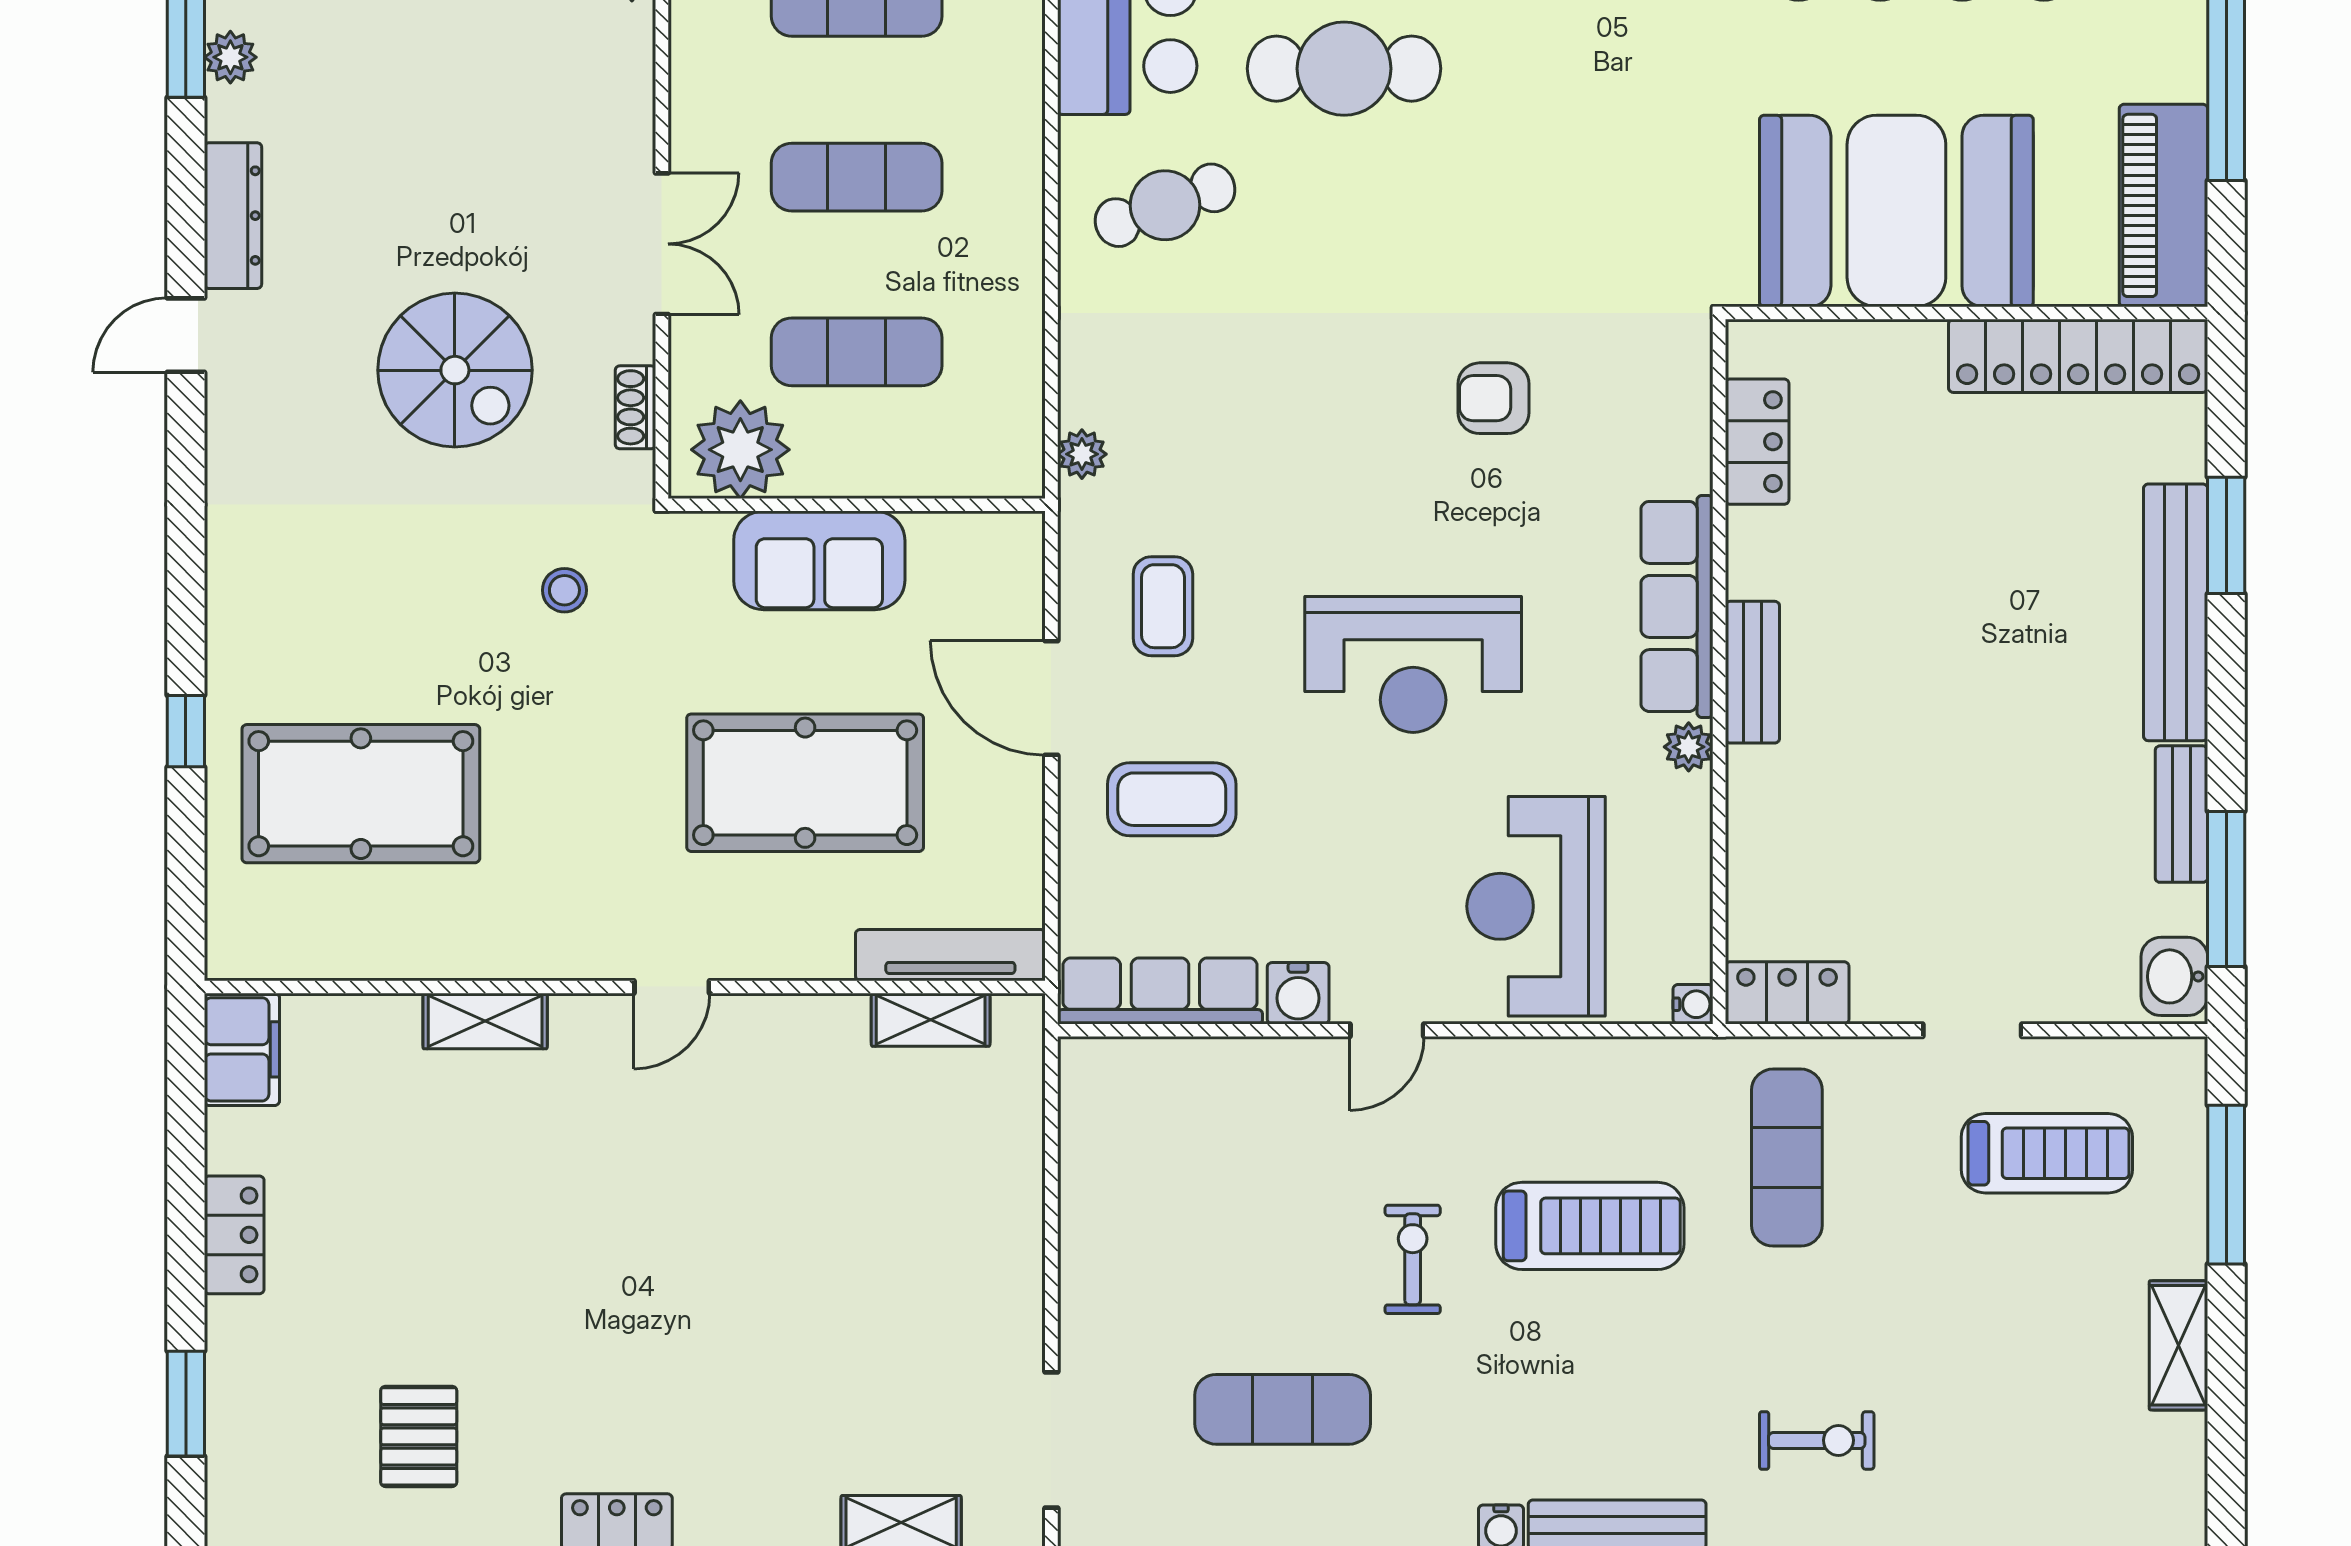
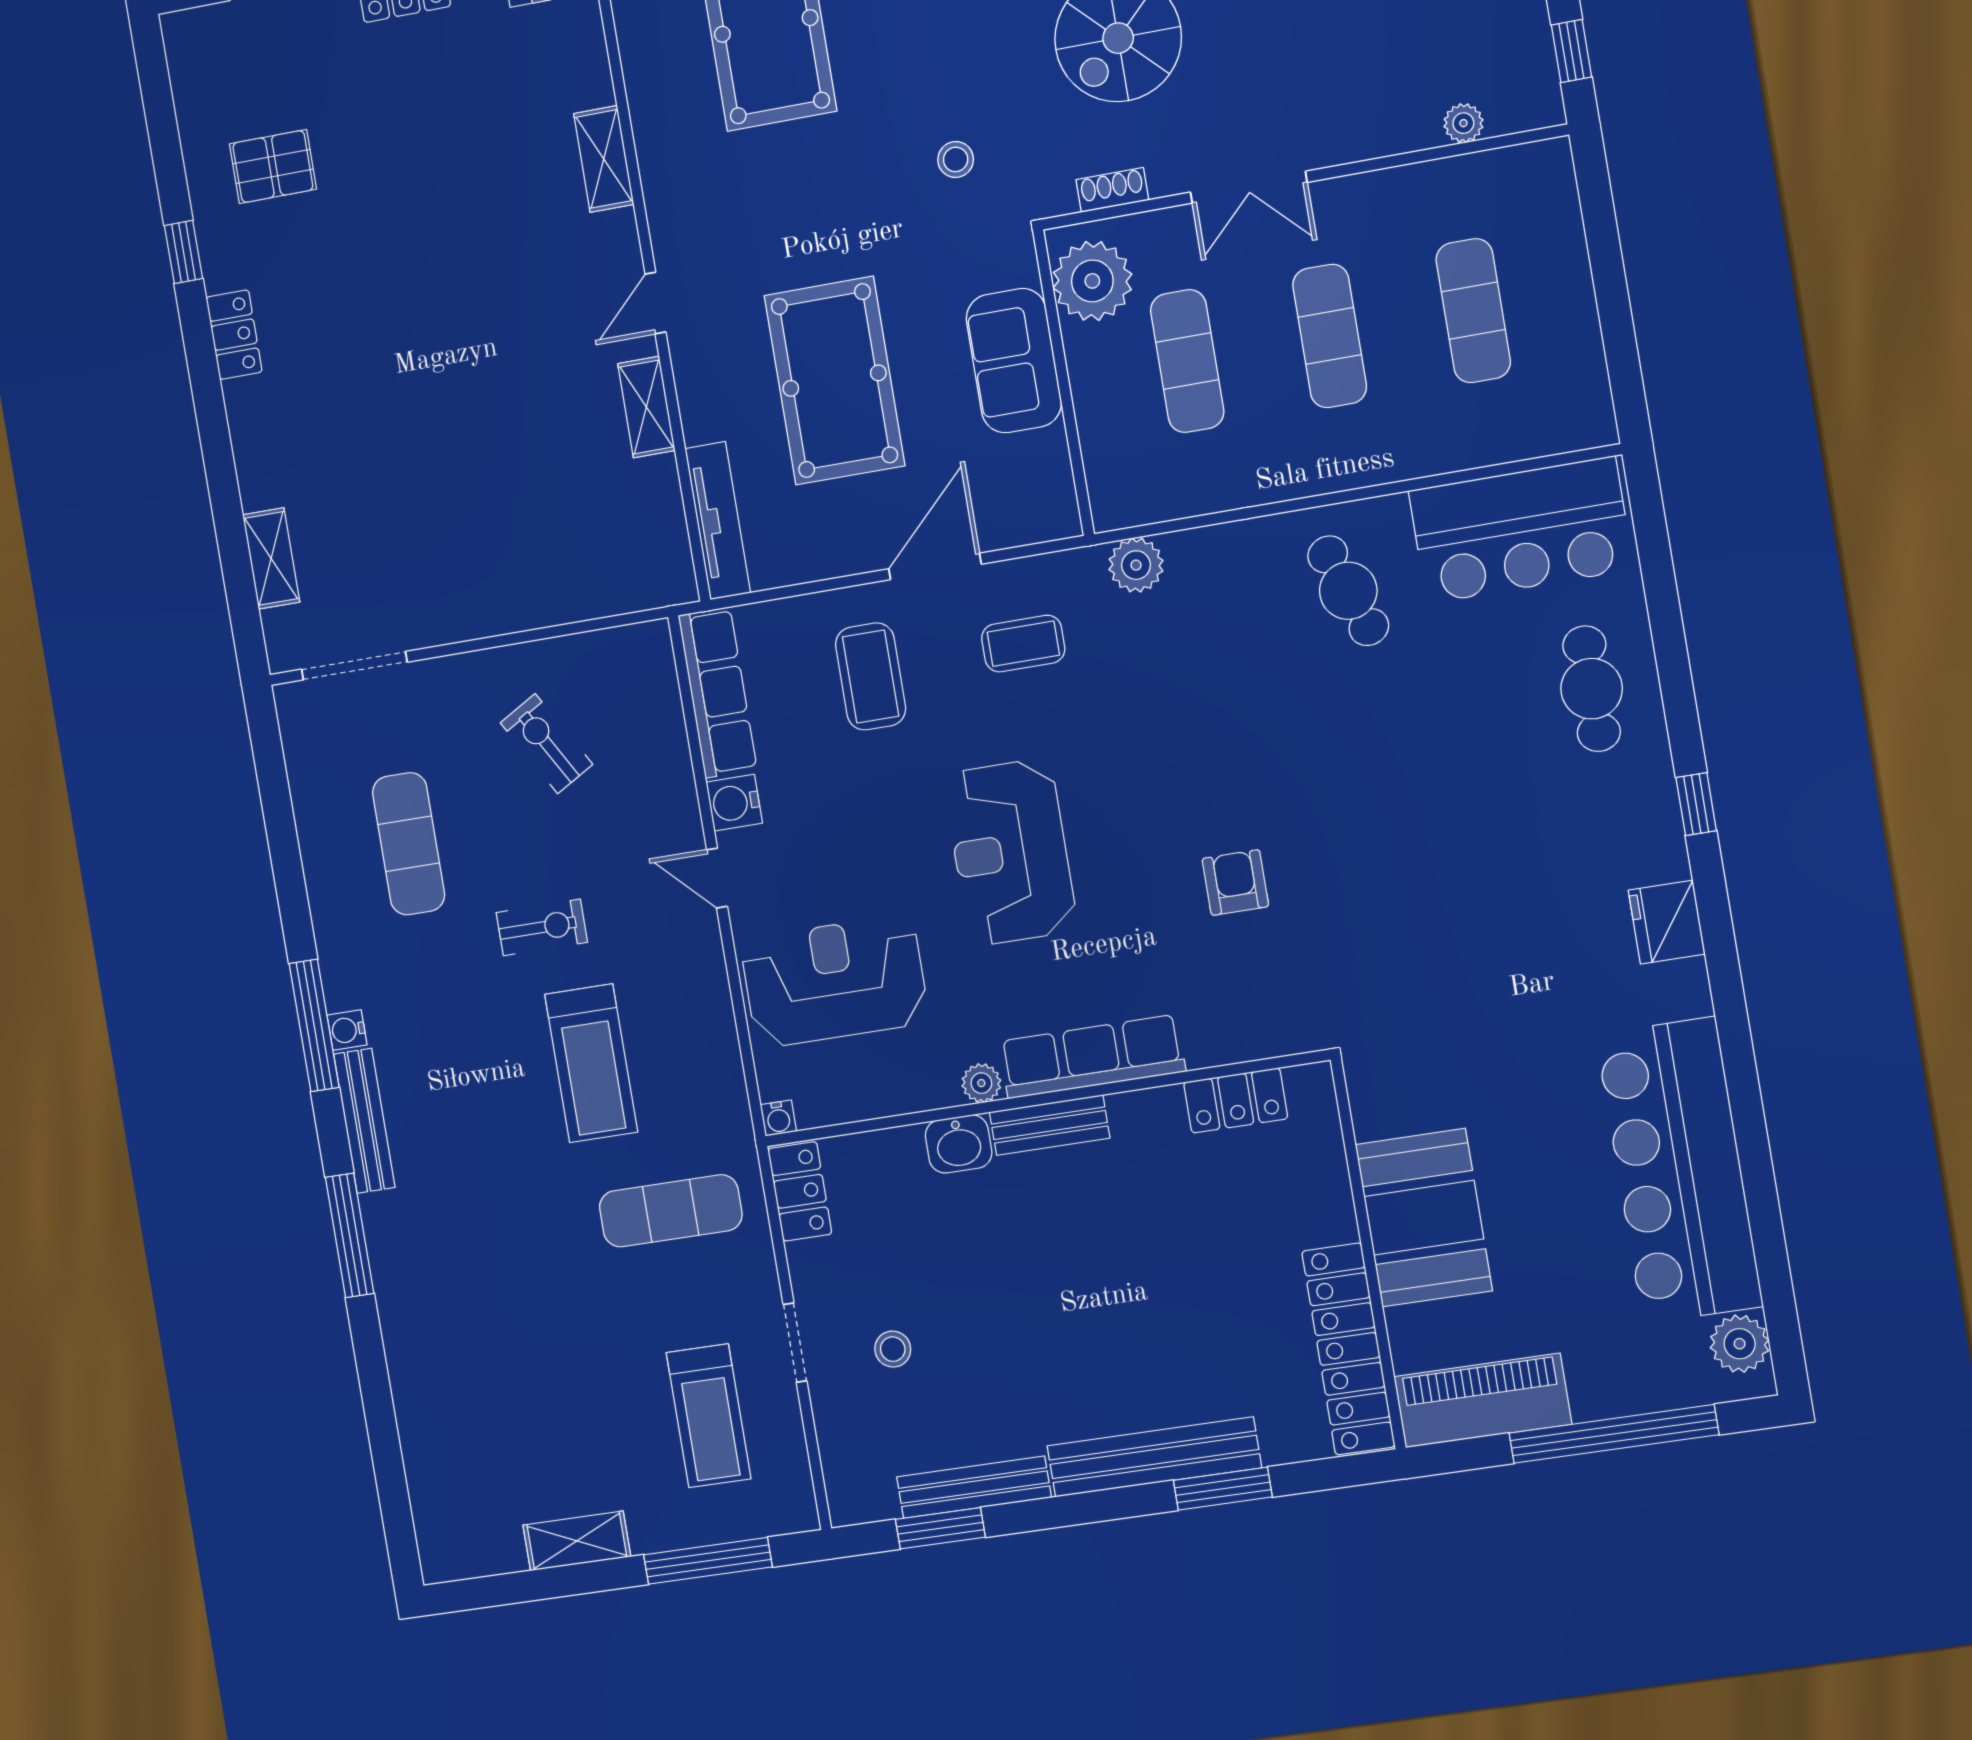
cafe table: (1344, 69) -> (1485, 718), removed
booth: (1896, 211) -> (1424, 1218), width x0.73, depth x0.70
plant: (1082, 454) -> (1136, 565), width x1.38, depth x1.38
bench: (2181, 814) -> (974, 1487), width x1.36
window: (2226, 889) -> (940, 1528), width x0.69
stool: (1998, 911) -> (893, 1349), added
washbasin: (2174, 976) -> (959, 1144), moved, turned 180
door: (672, 987) -> (655, 303), hinge flipped
shelving: (931, 1020) -> (646, 407), moved
exercise bike: (1817, 1440) -> (546, 744), moved, turned 150

